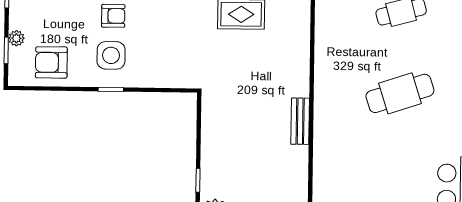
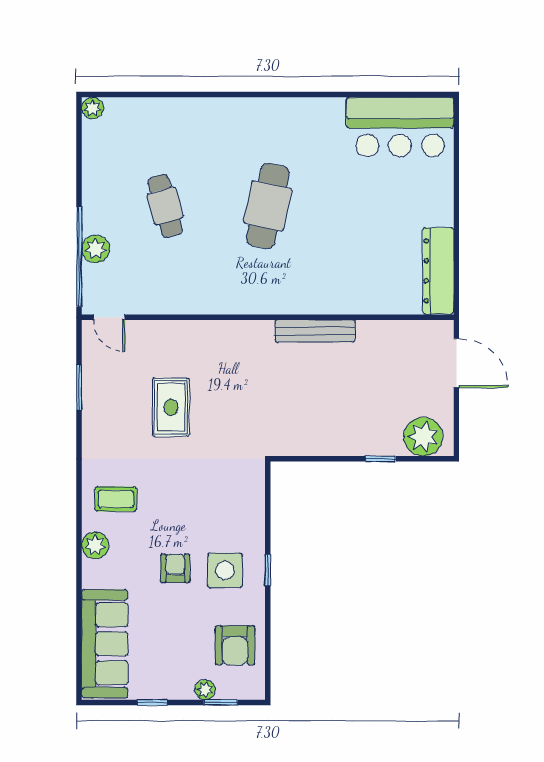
cafe table: (400, 93) -> (268, 206), turned 30
bench: (300, 121) -> (315, 331), width x1.36

